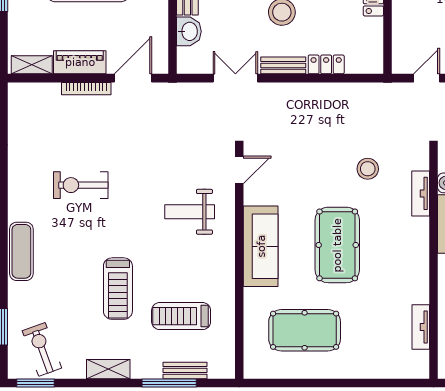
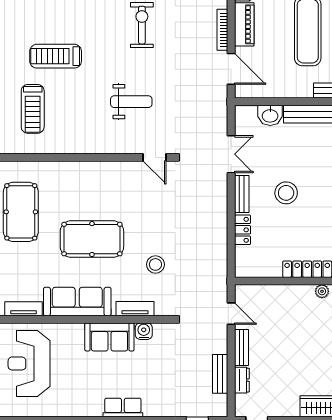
weight bench: (190, 212) -> (131, 102), moved, turned 90
sofa: (261, 246) -> (77, 301), moved, turned 180
treadmill: (181, 316) -> (33, 109), turned 180

